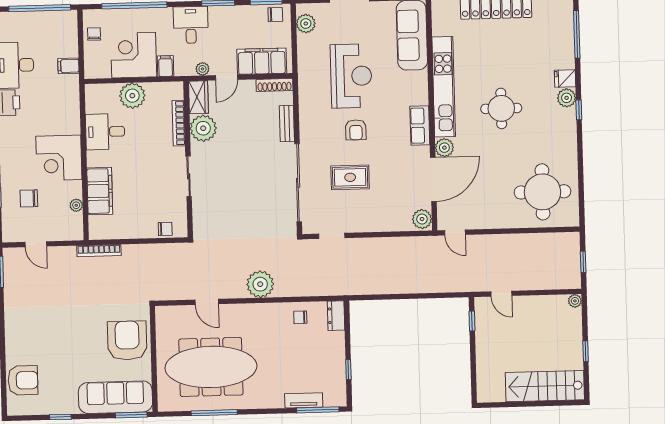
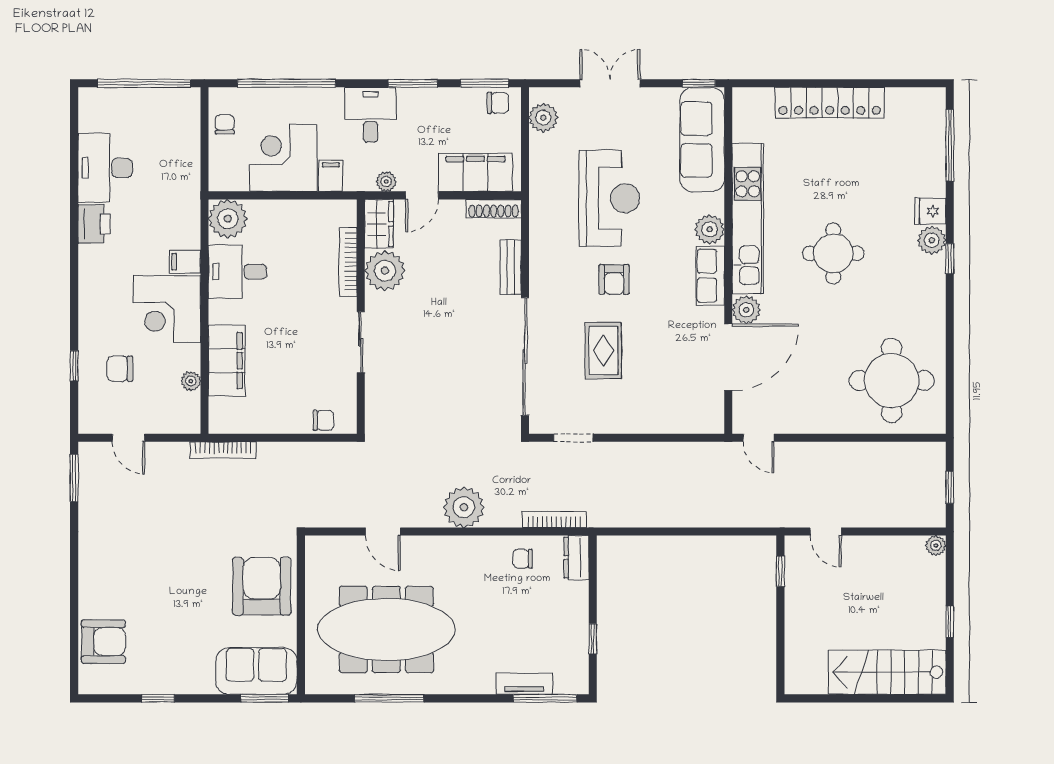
filing cabinet: (68, 66) -> (185, 262), moved
plant: (132, 96) -> (228, 219), moved
rug: (350, 177) -> (603, 351), turned 90
plant: (422, 219) -> (710, 229), moved
bookcase: (321, 291) -> (554, 519), added
sofa: (115, 397) -> (256, 671), width x0.73

